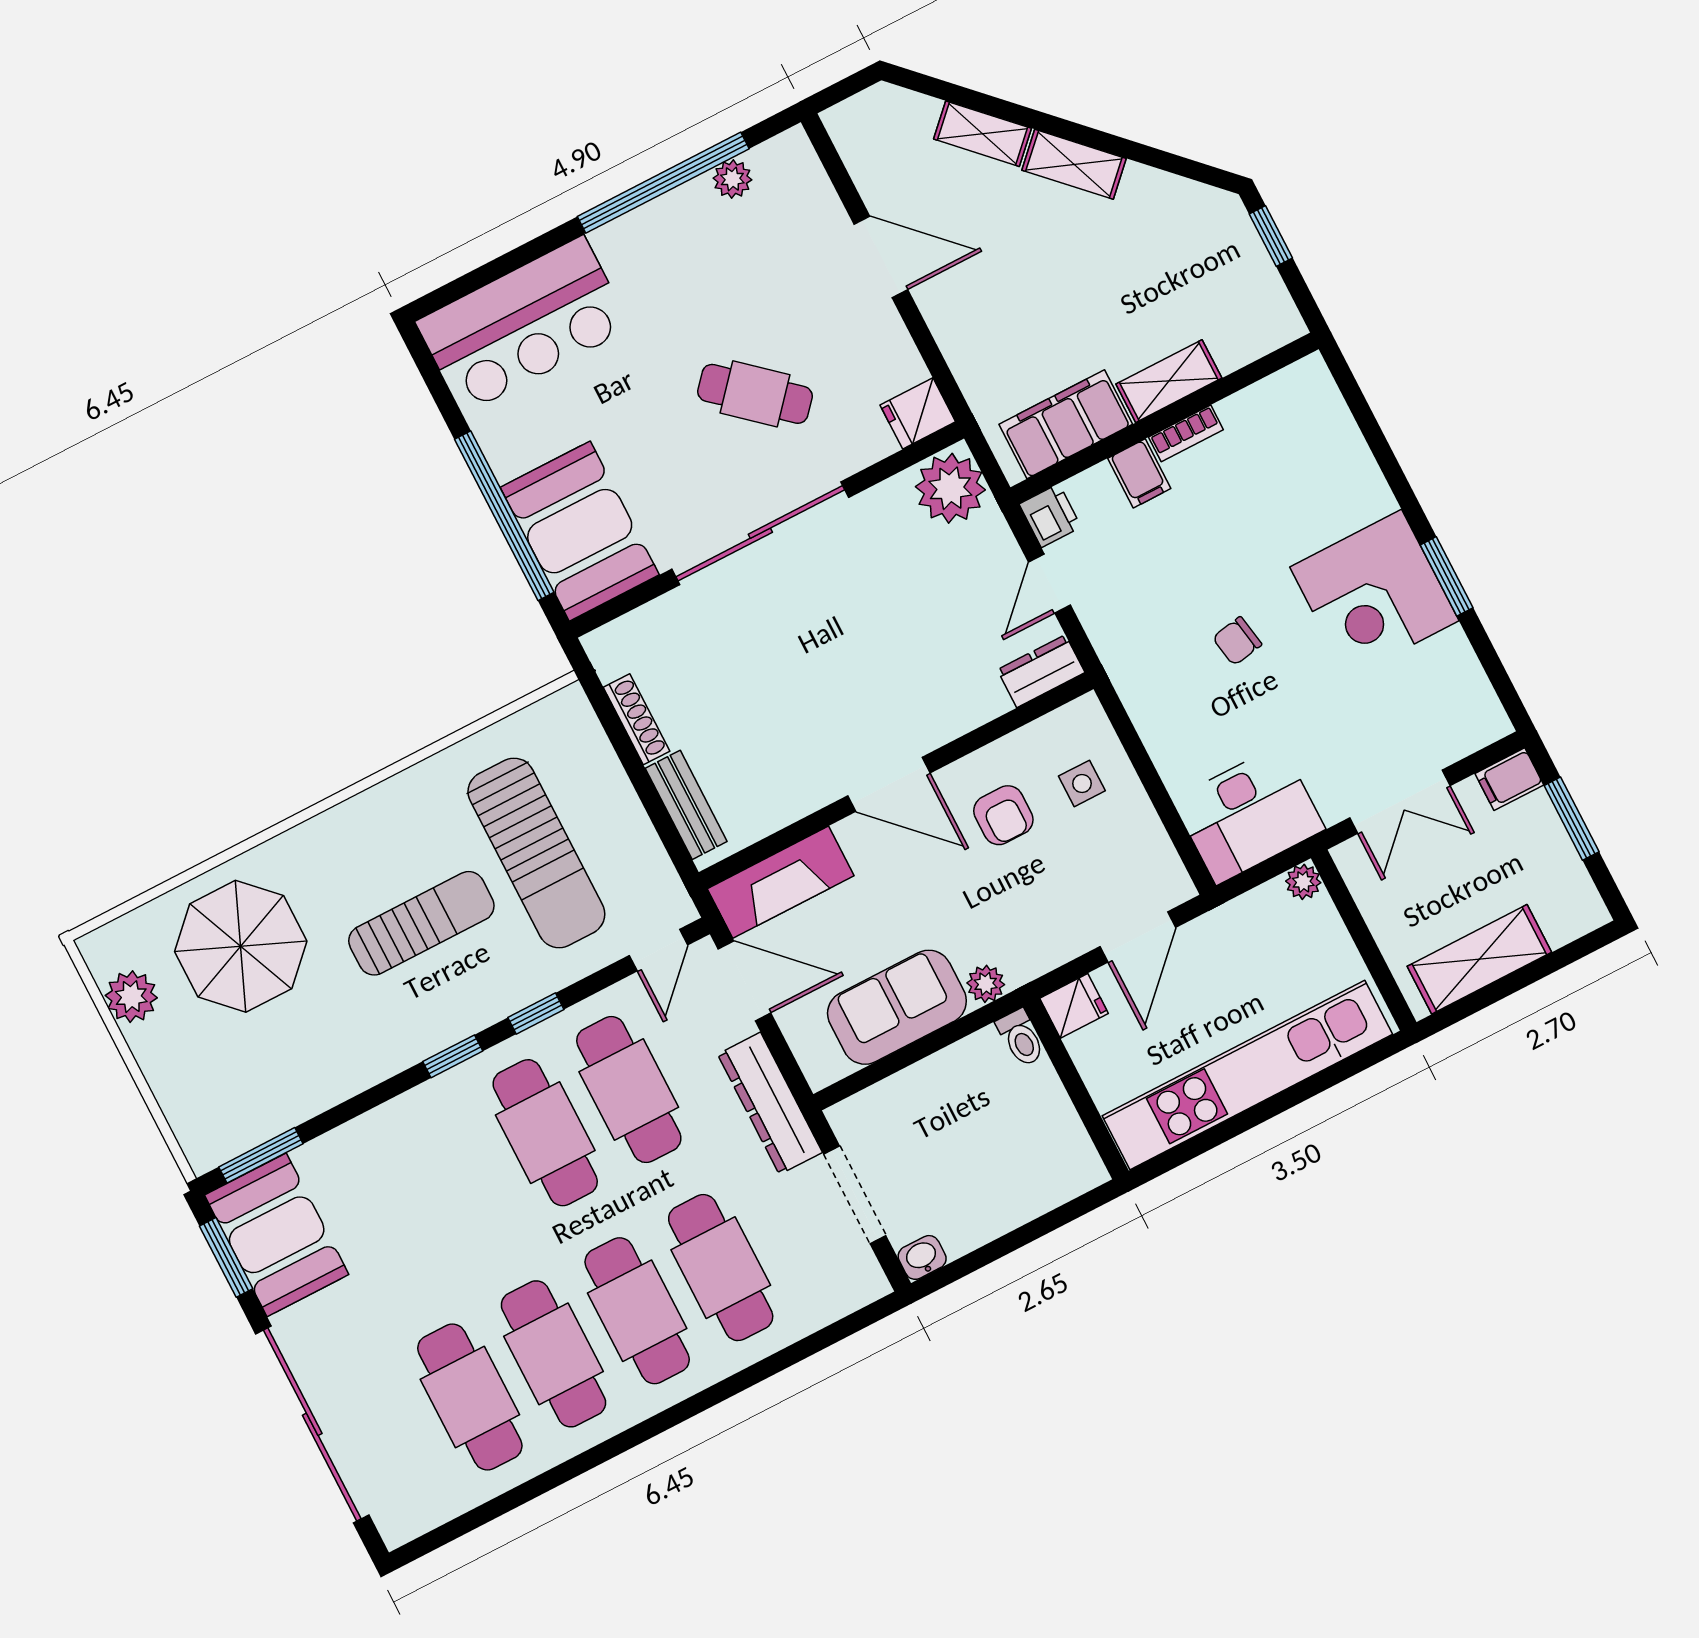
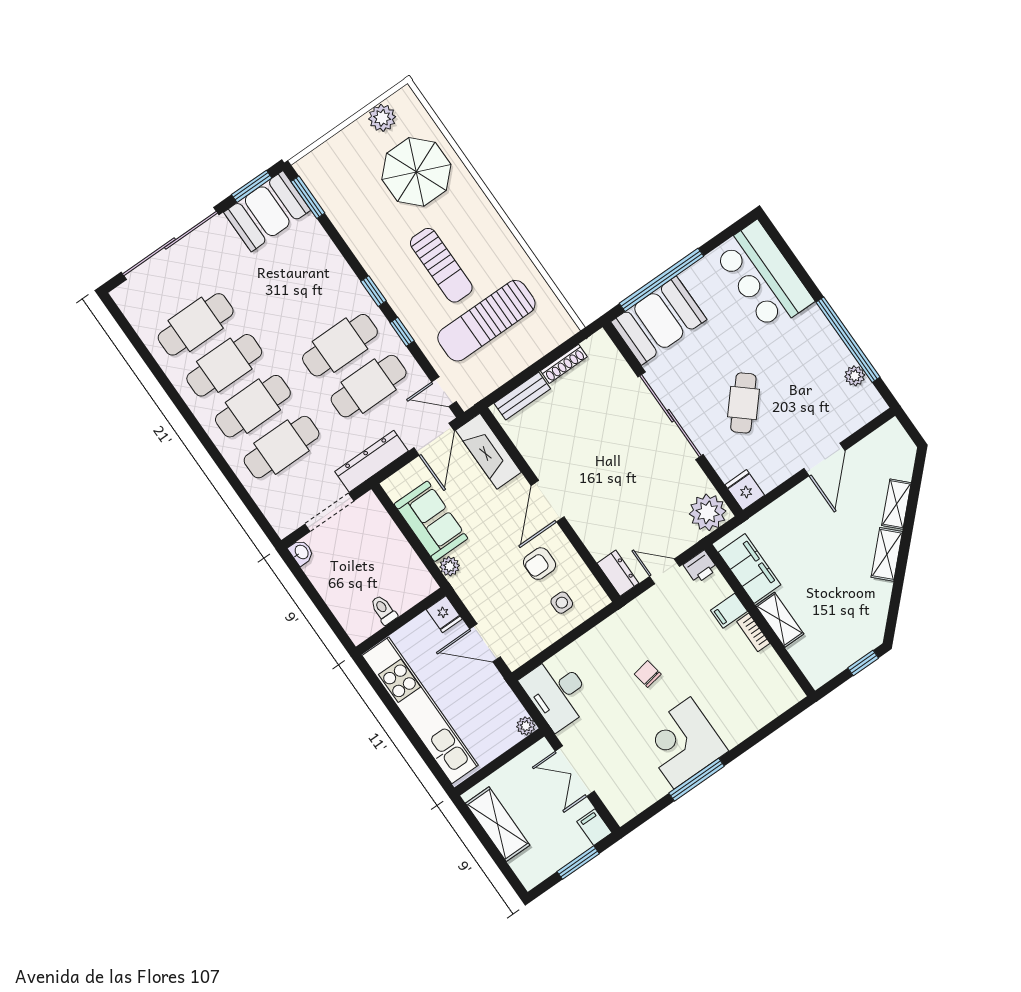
window: (1447, 576) -> (697, 780), width x1.44
toilet: (1021, 1038) -> (384, 610), moved, turned 90

